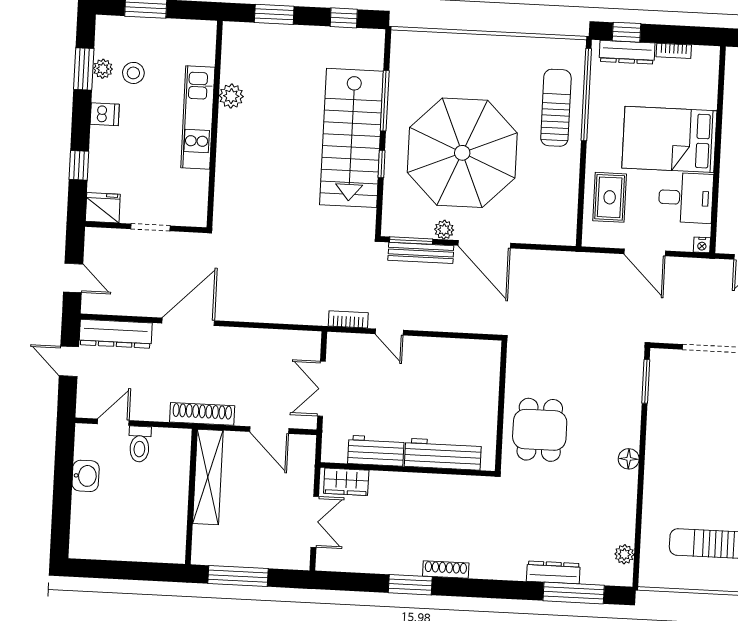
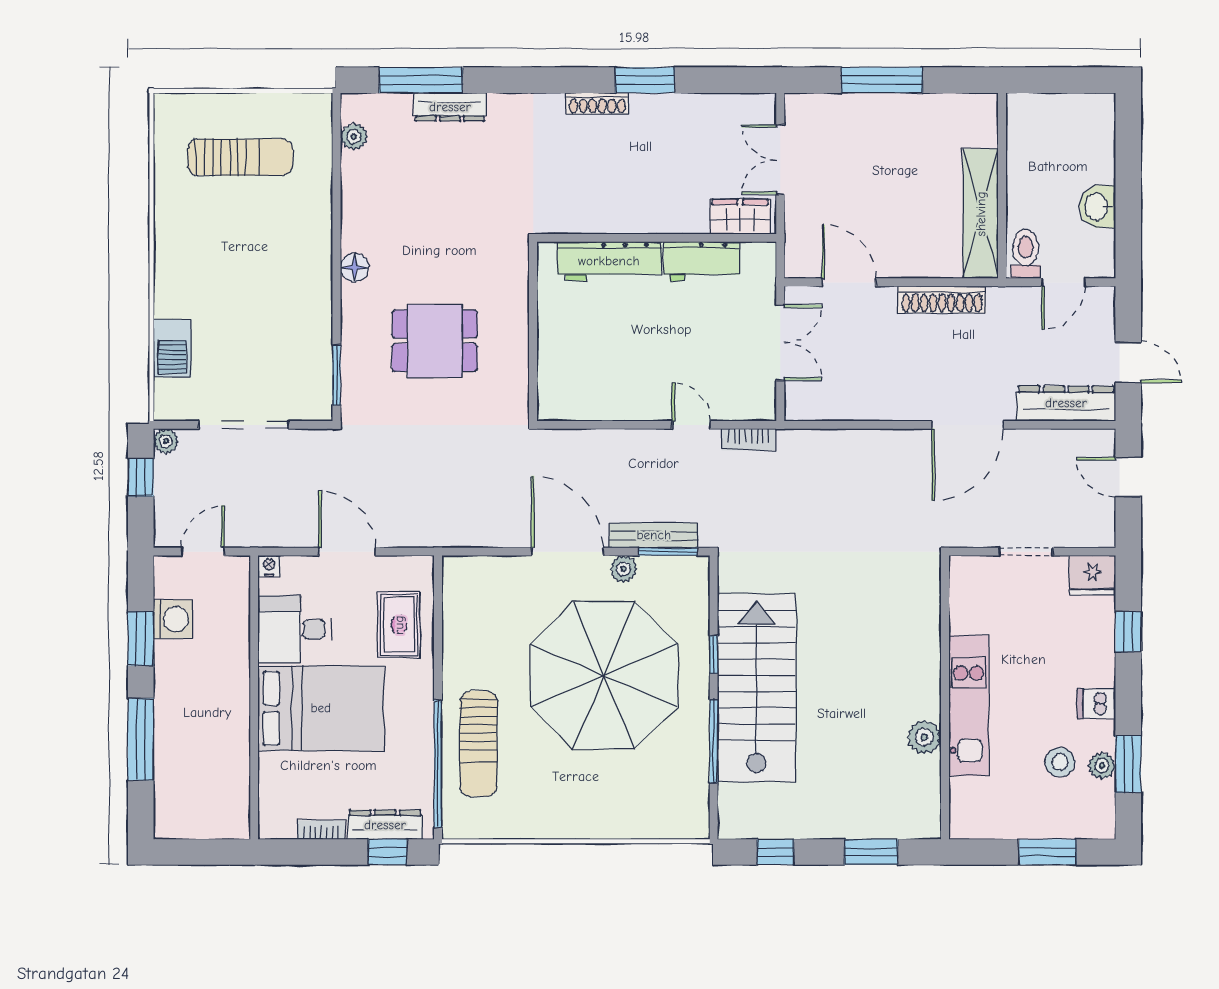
dining table: (540, 430) -> (435, 341), moved, turned 90
shelving: (208, 477) -> (981, 214), moved
wall: (191, 497) -> (1002, 186), moved

